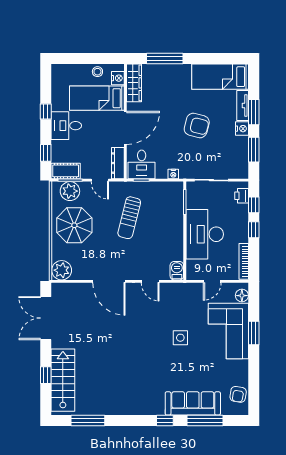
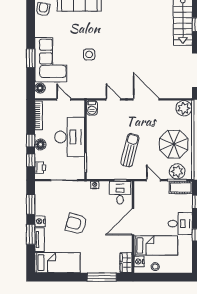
wardrobe: (134, 83) -> (126, 263), width x0.67
dresser: (118, 163) -> (139, 194), removed
floor lamp: (241, 225) -> (40, 145), added
door: (212, 281) -> (64, 99), hinge flipped

